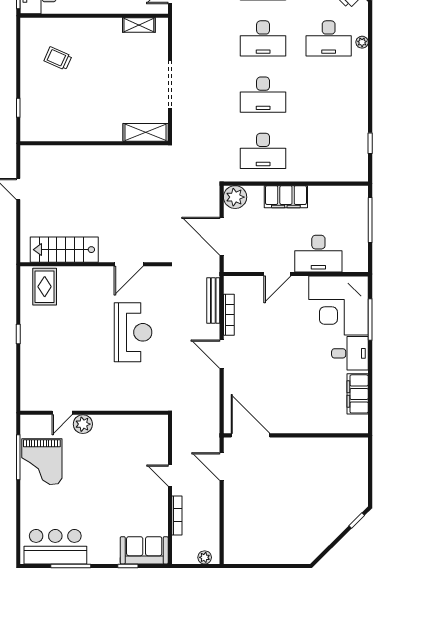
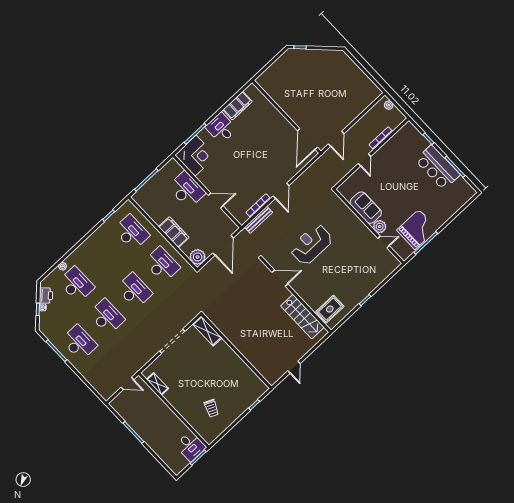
desk: (329, 151) -> (132, 232), added
corner desk: (338, 306) -> (195, 156), width x0.74, depth x0.74
bar counter: (55, 547) -> (438, 167), moved
sofa: (144, 550) -> (366, 208), moved, turned 180

